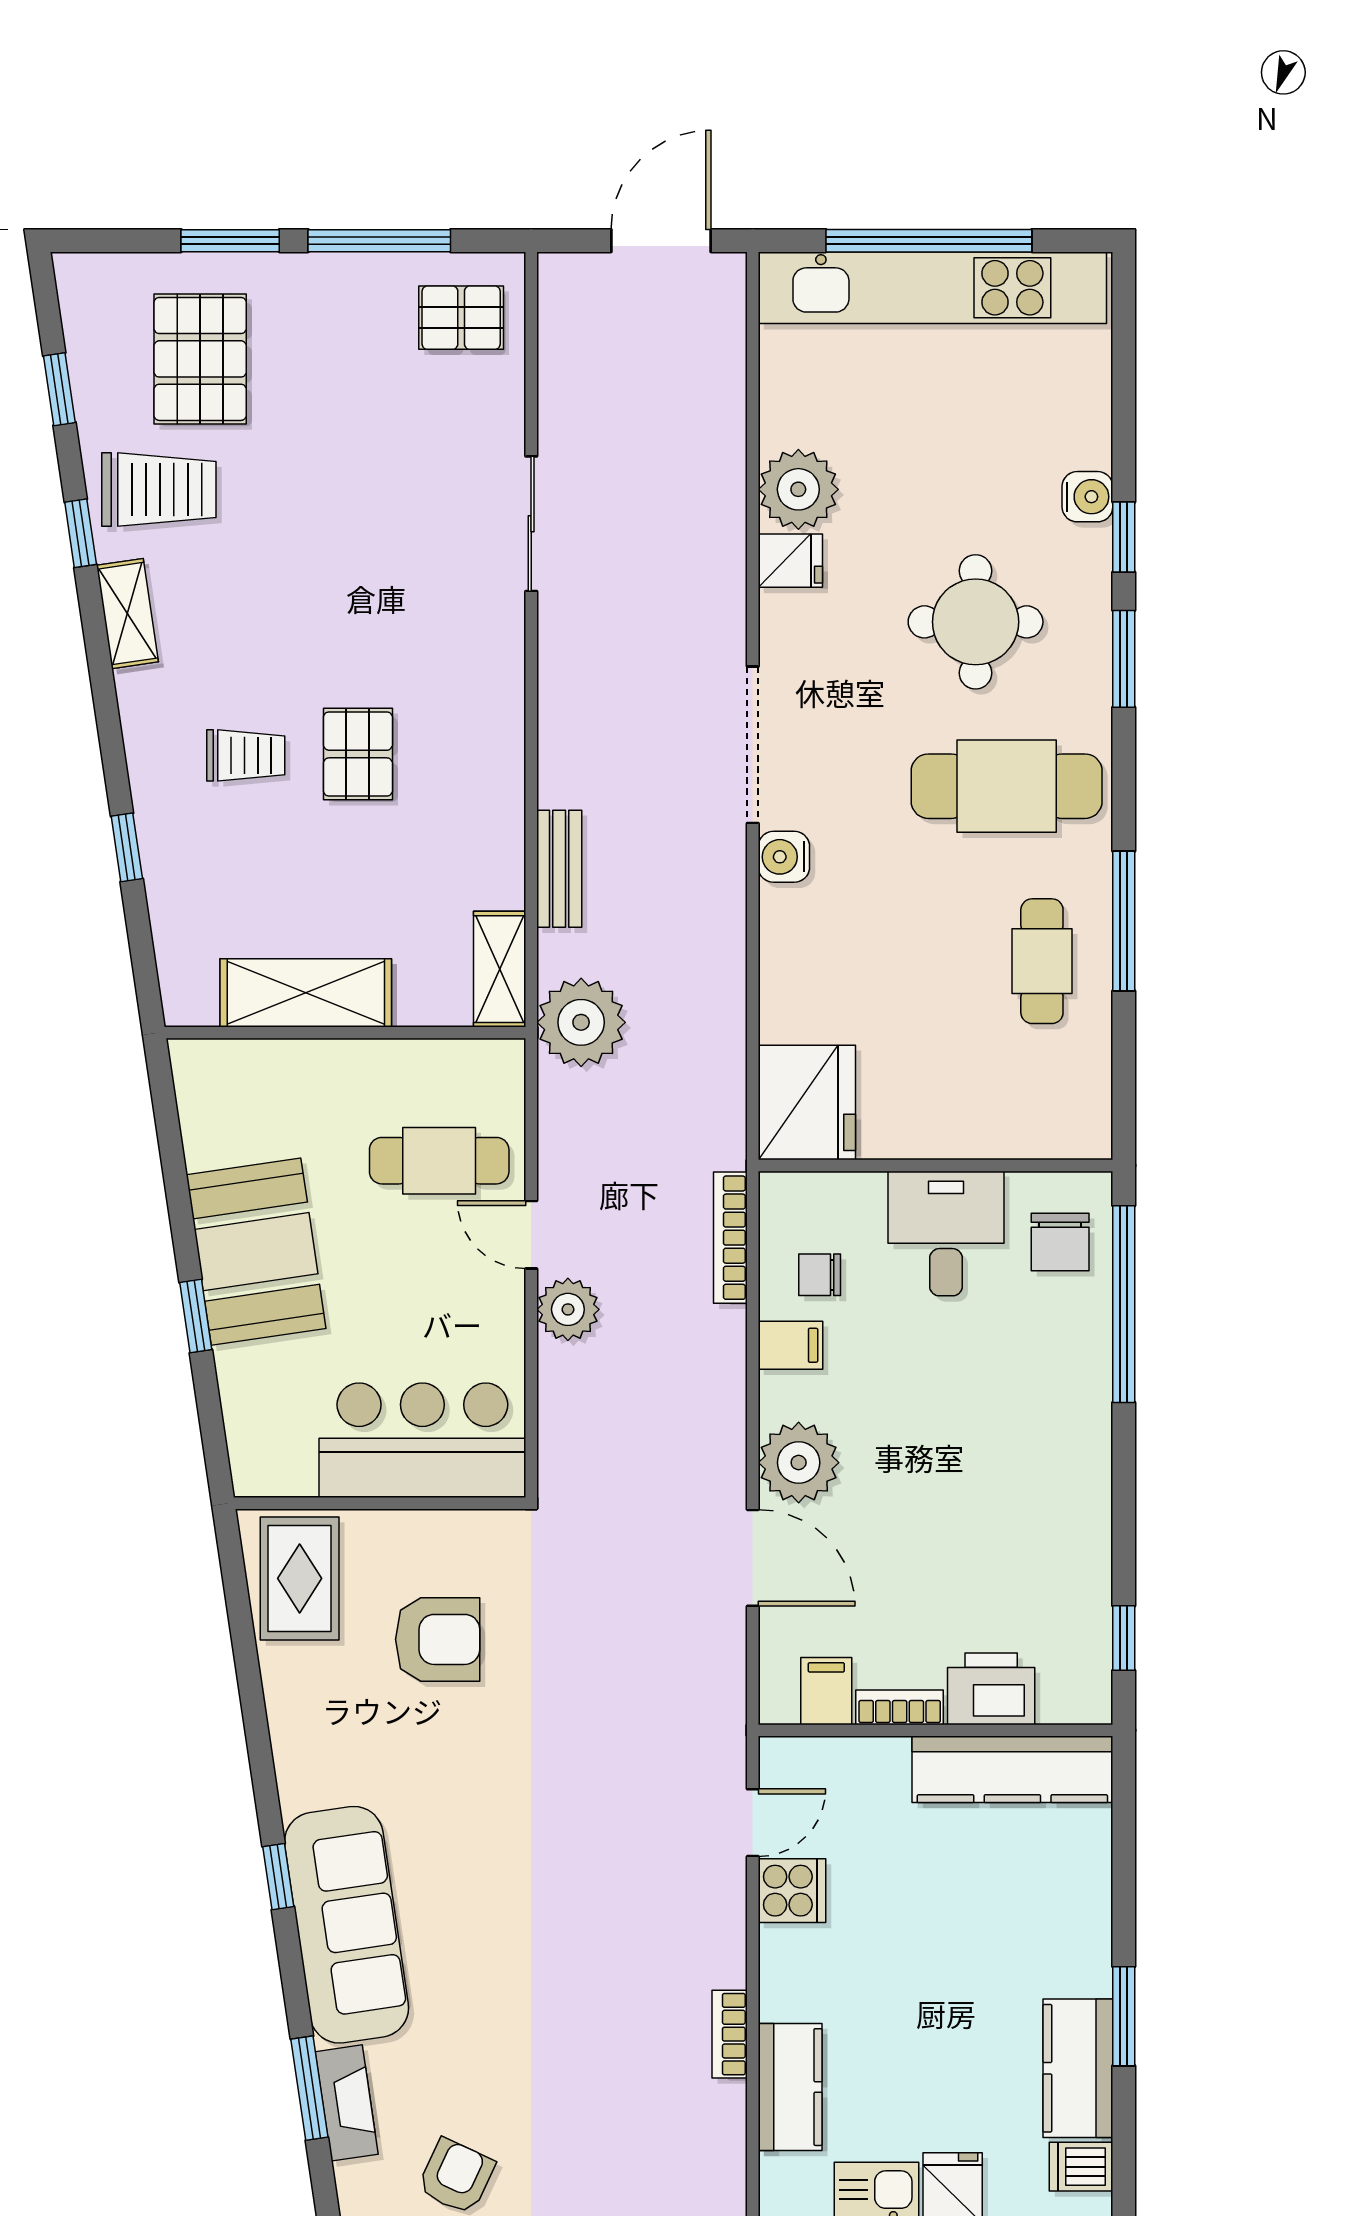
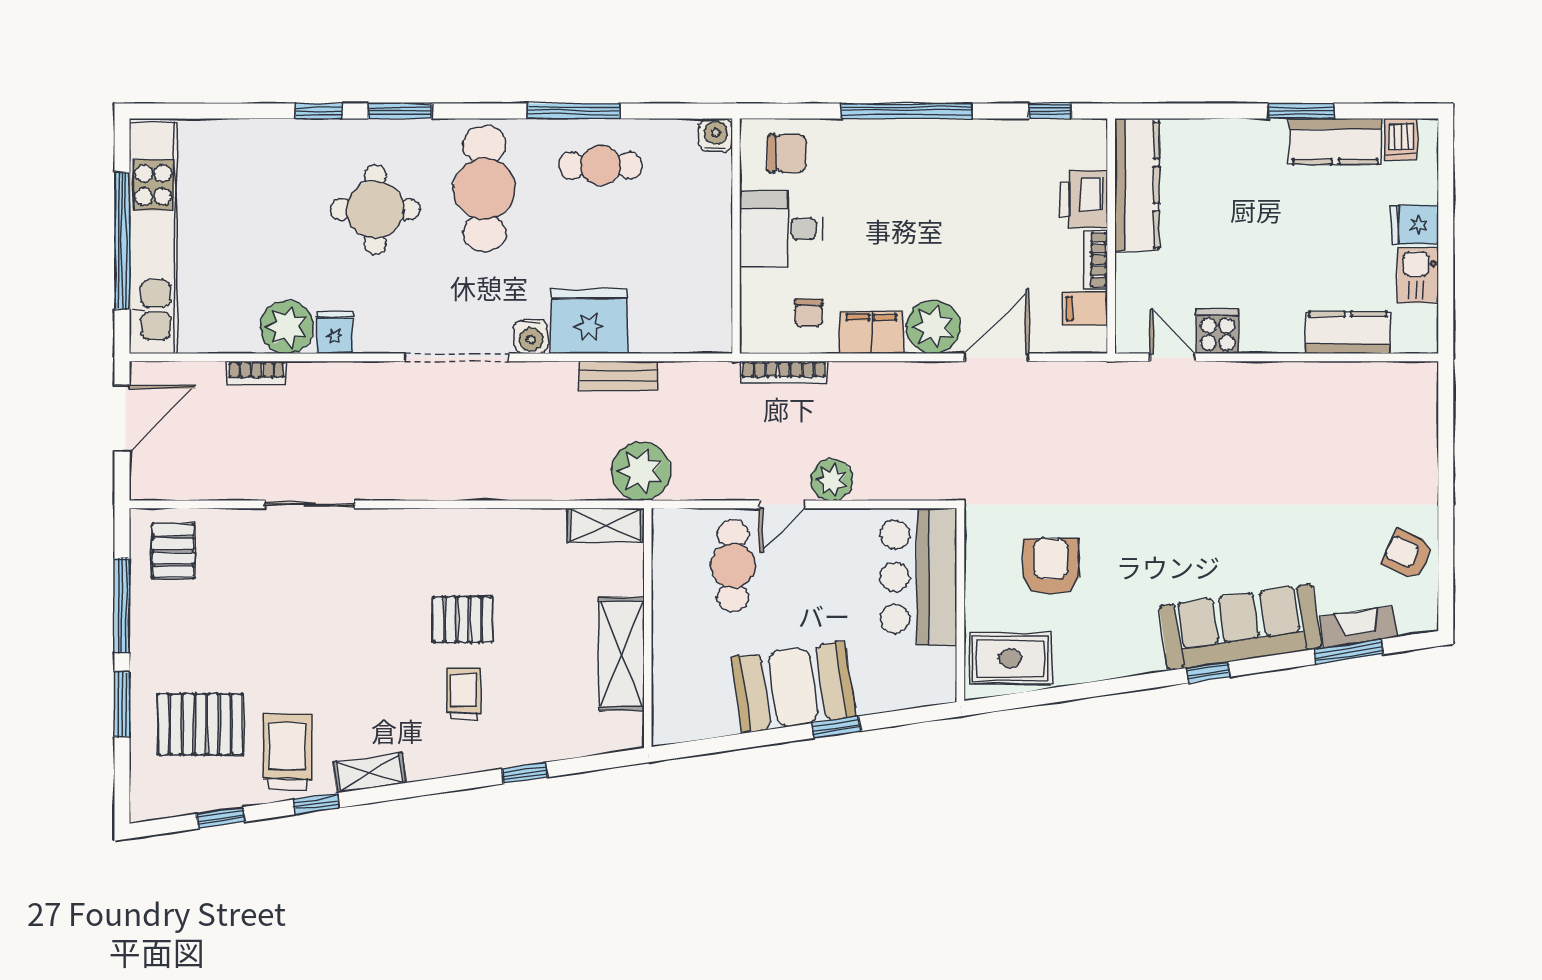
door: (661, 241) -> (122, 418), swing flipped
water cooler: (1087, 497) -> (716, 135), moved
bench: (559, 869) -> (618, 376), moved
fridge: (807, 1103) -> (589, 321), moved
window: (1124, 1304) -> (907, 111), moved
filing cabinet: (790, 1345) -> (871, 332), width x2.00
bookcase: (730, 2034) -> (257, 373), moved

